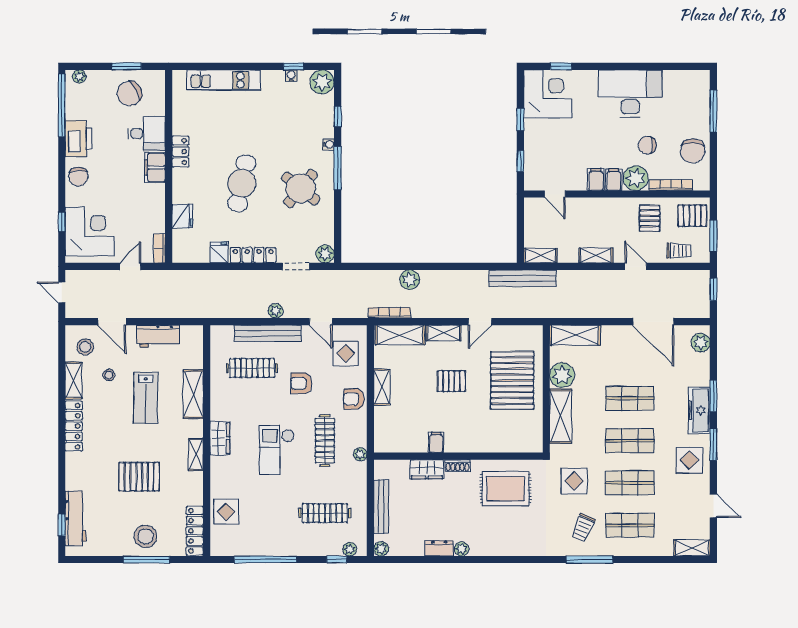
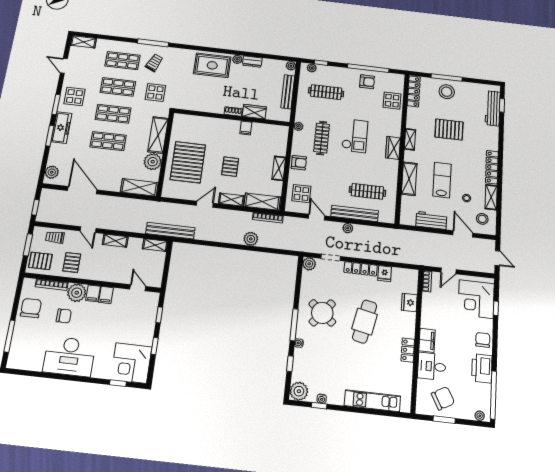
pallet: (451, 381) -> (230, 167), turned 90
armchair: (301, 383) -> (367, 82), moved
rug: (506, 489) -> (212, 65), moved

